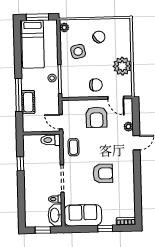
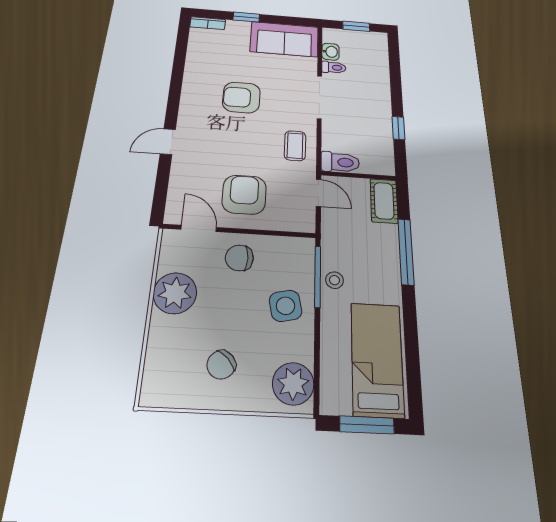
plant: (64, 27) -> (293, 384), width x1.87, depth x1.87
side table: (78, 51) -> (286, 306), moved
cot: (28, 102) -> (384, 201), moved
plant: (128, 127) -> (180, 172), removed
washbasin: (55, 215) -> (330, 52), width x0.52, depth x0.69

